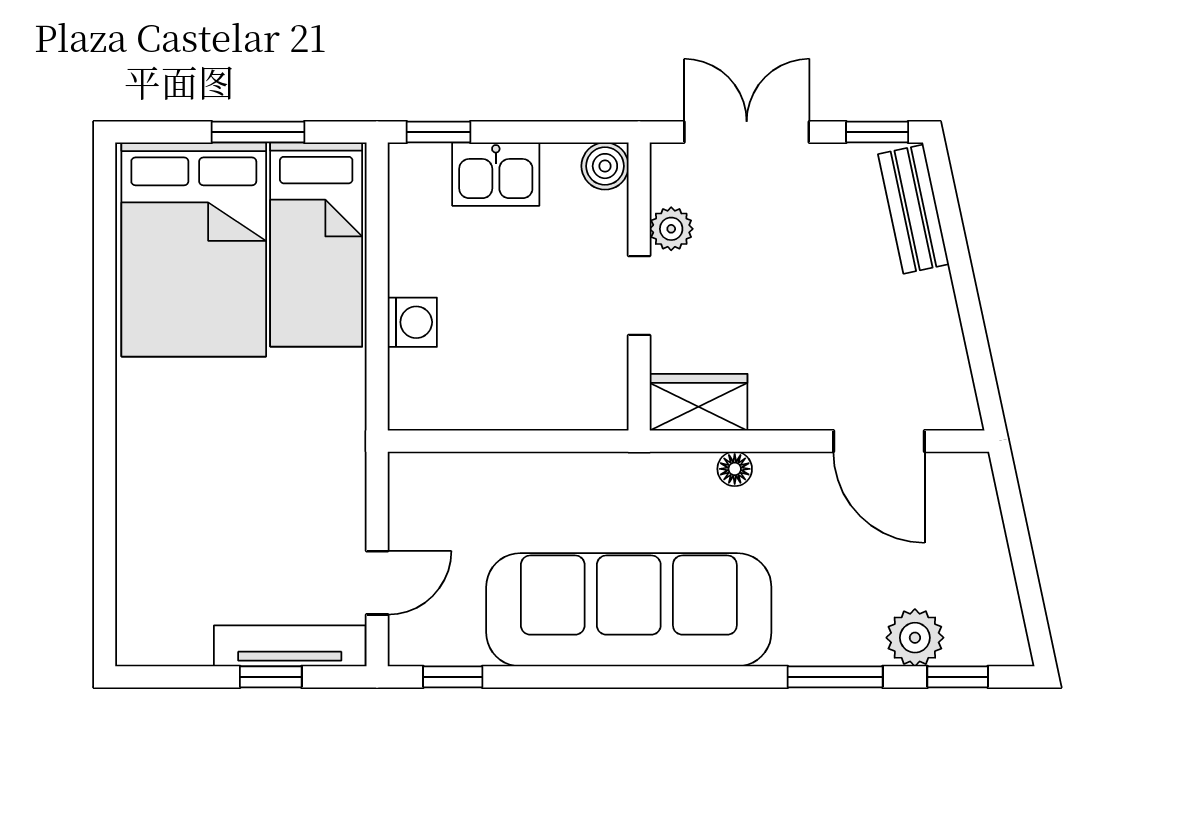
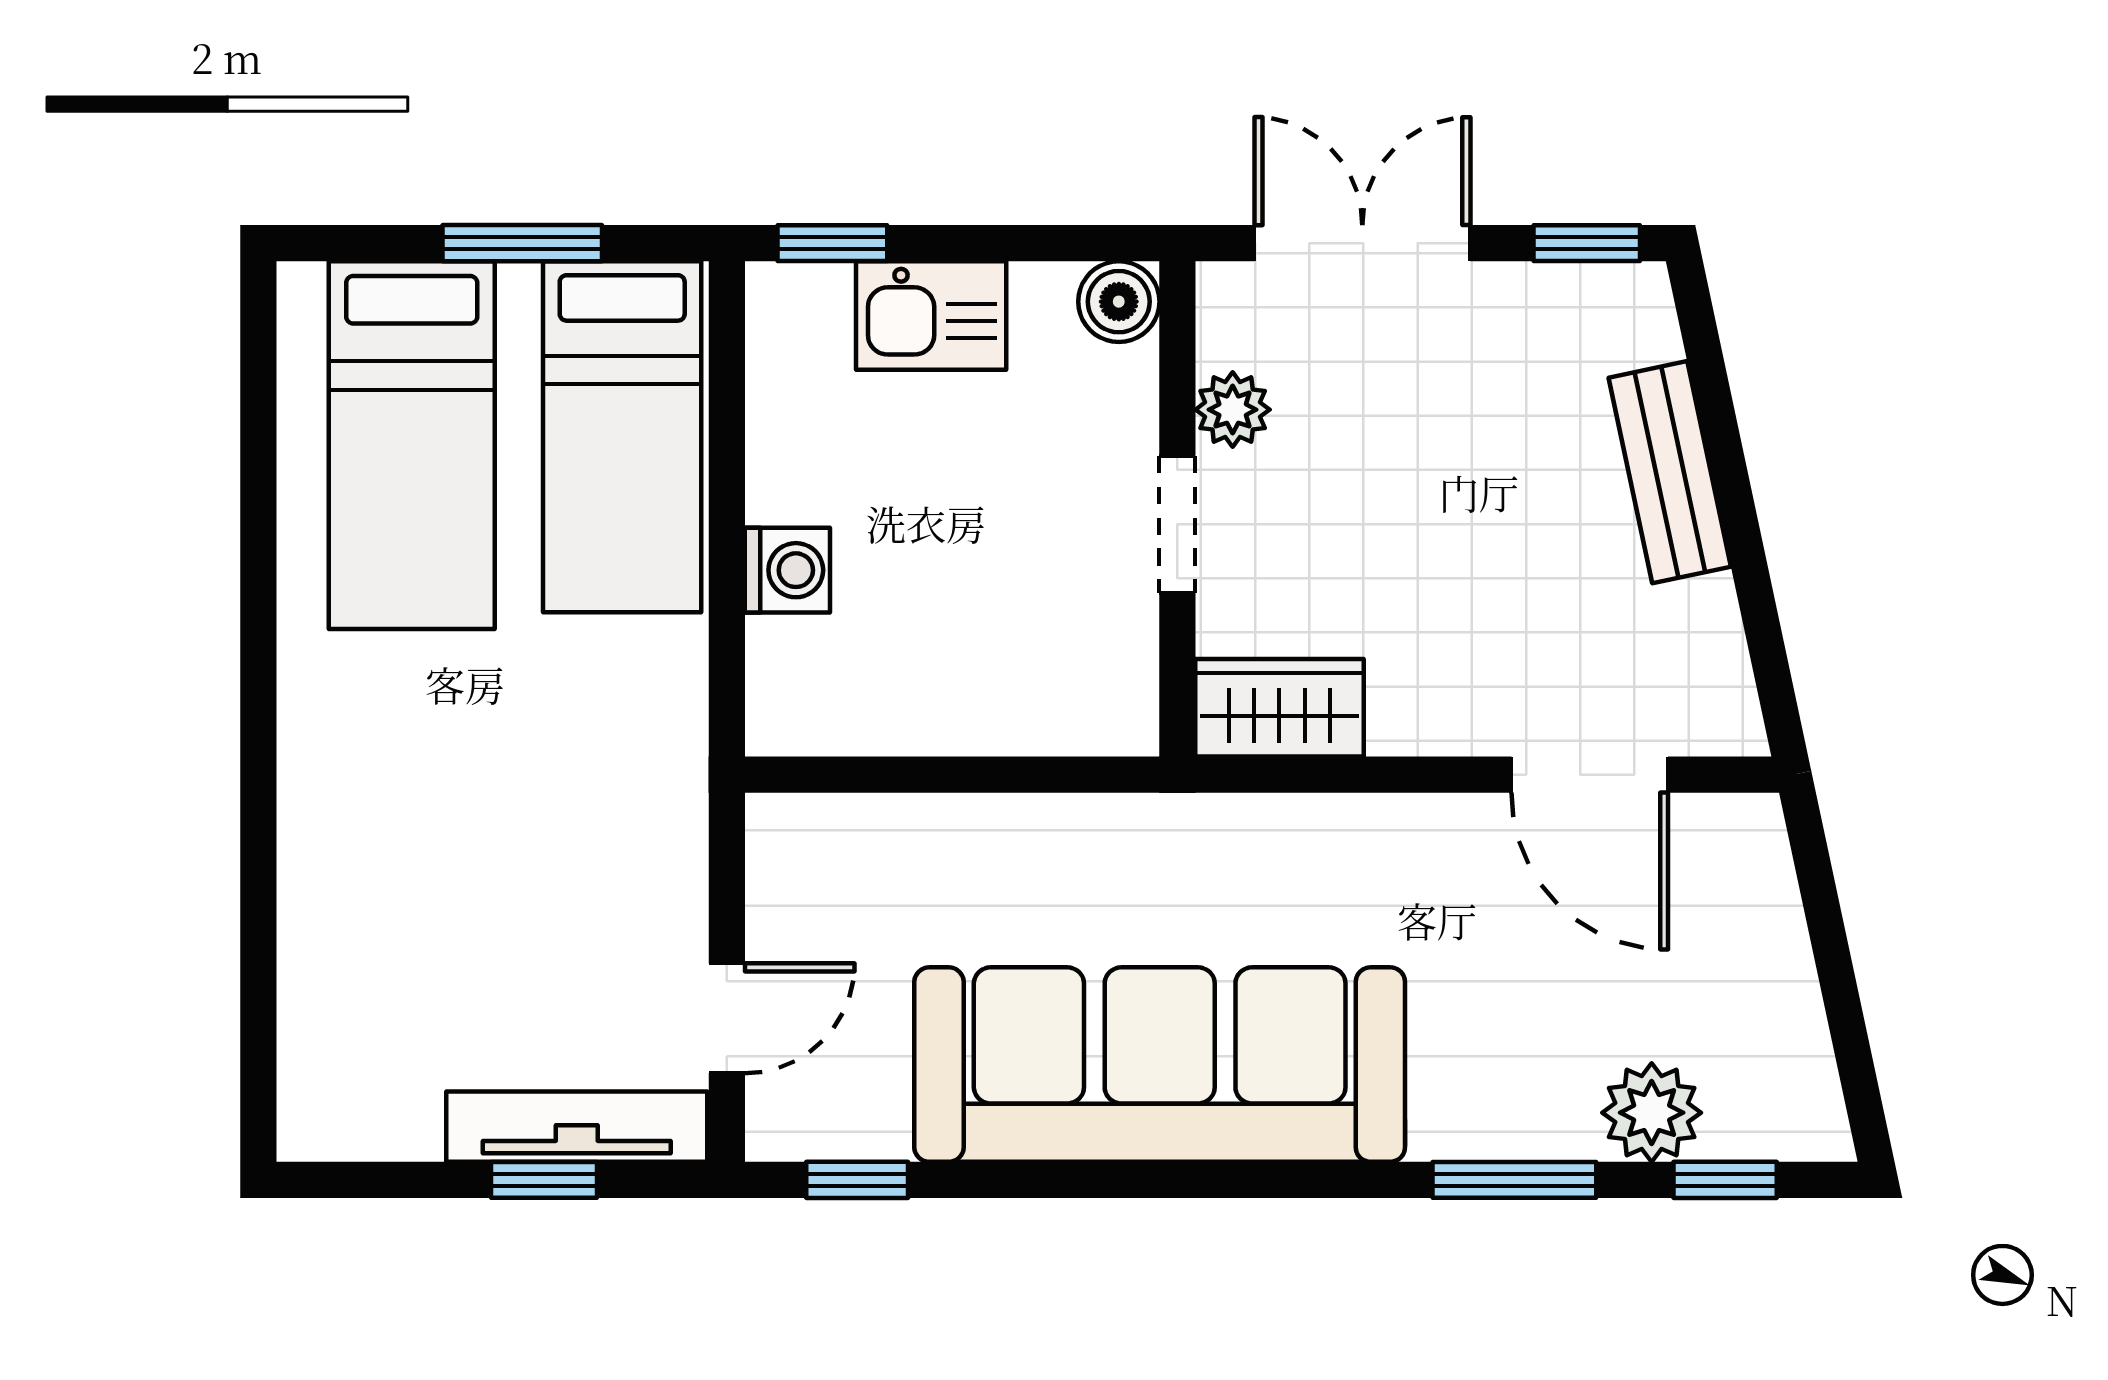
bench: (914, 209) -> (1670, 472), moved
bed: (194, 250) -> (412, 445), width x0.67
floor lamp: (735, 469) -> (1342, 822), removed

